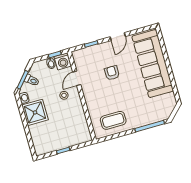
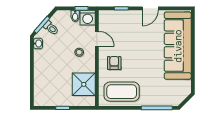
armchair: (112, 73) -> (114, 63), moved
door: (77, 78) -> (97, 39), swing flipped
shower: (35, 112) -> (84, 84), moved
coffee table: (113, 120) -> (122, 92), width x1.36, depth x1.32

